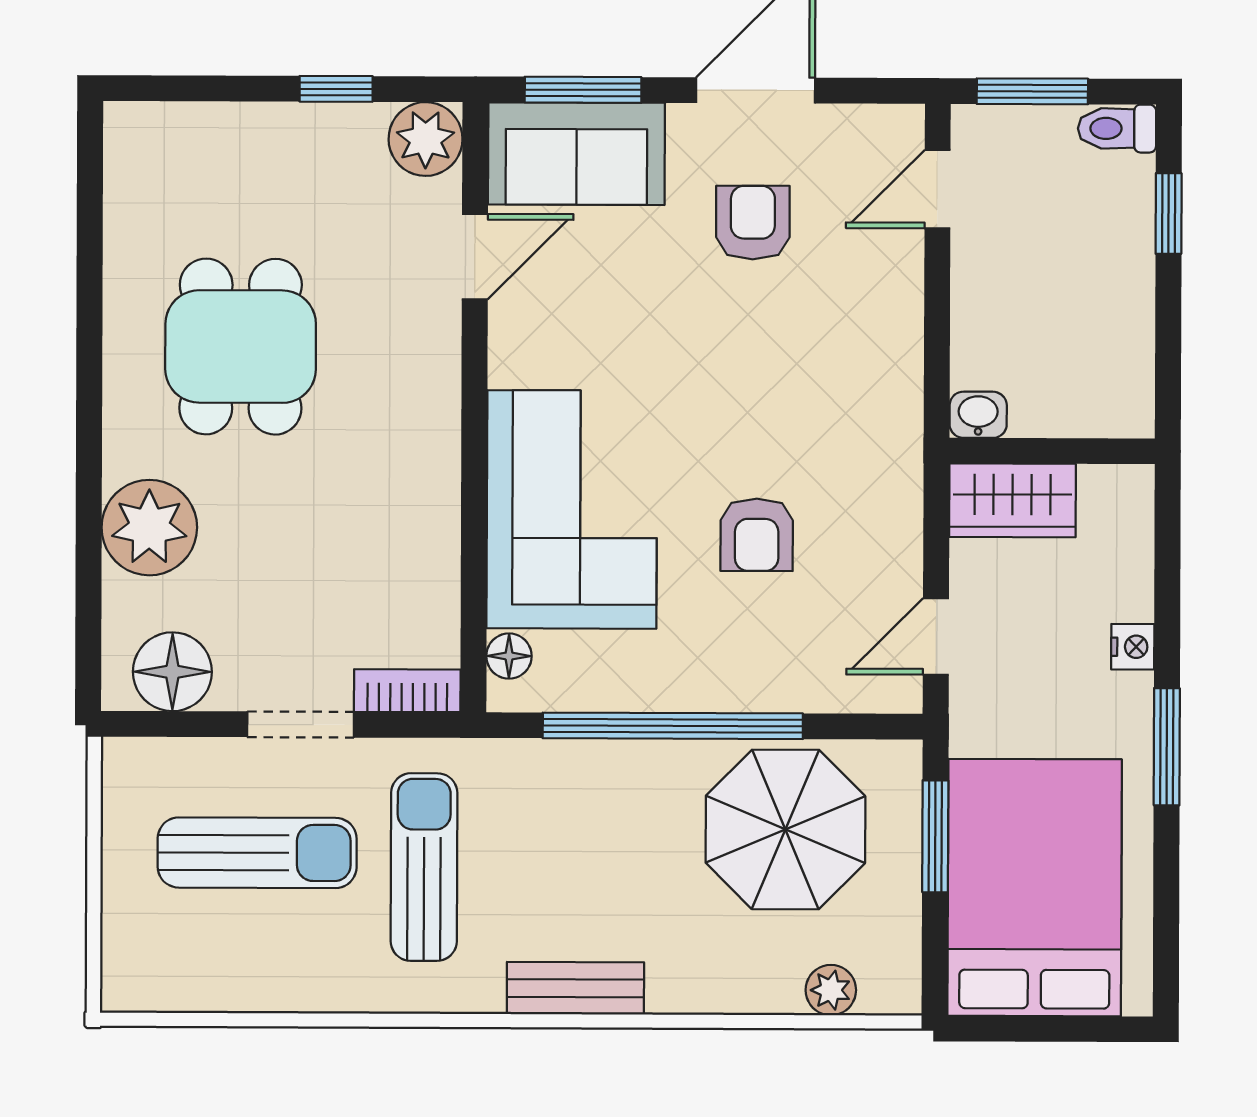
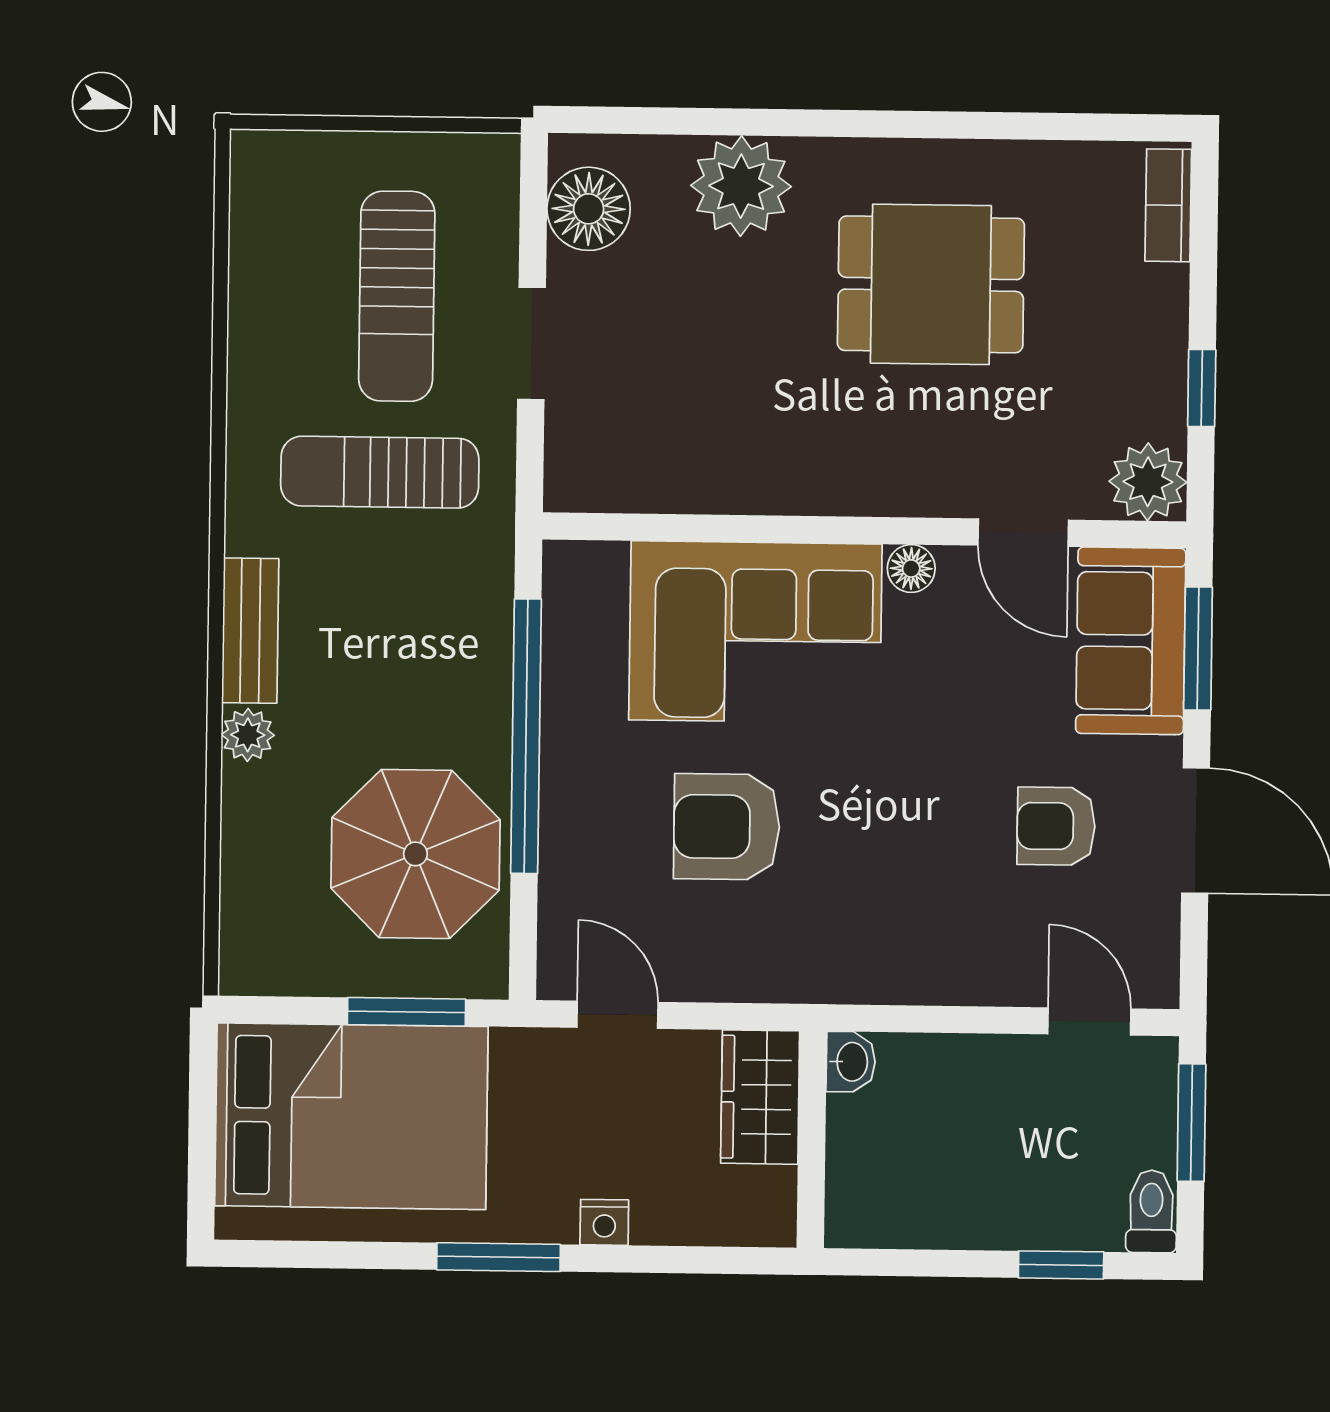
armchair: (753, 223) -> (1056, 826), turned 180
armchair: (757, 535) -> (727, 827), width x1.38, depth x1.38
floor lamp: (509, 656) -> (911, 568), moved
bookcase: (407, 691) -> (1168, 205), moved, turned 180
sun lounger: (424, 867) -> (380, 472), turned 180
plant: (831, 990) -> (248, 735), moved

